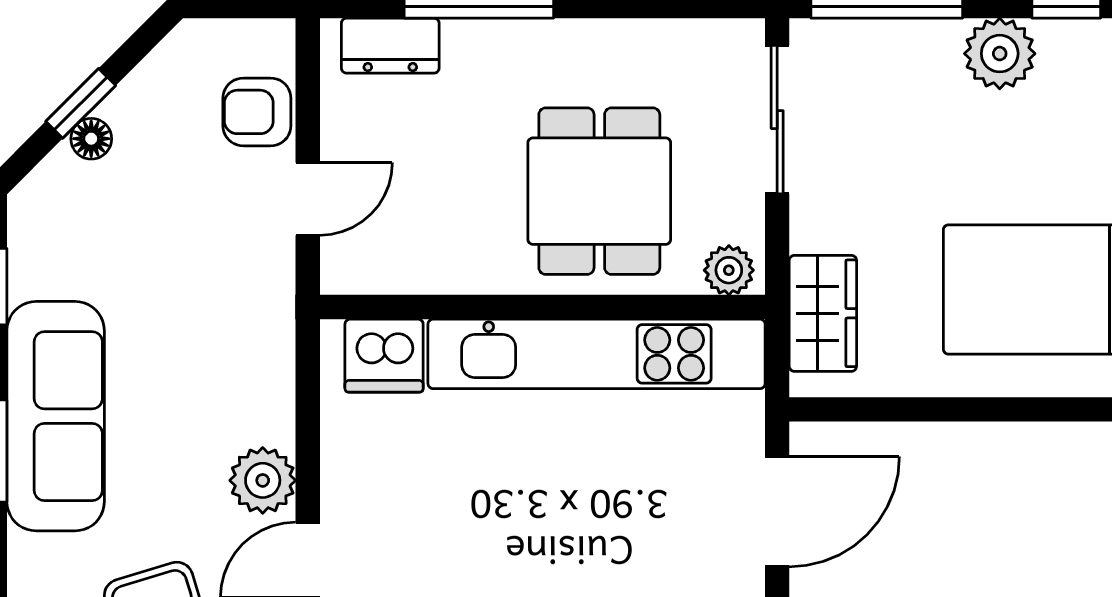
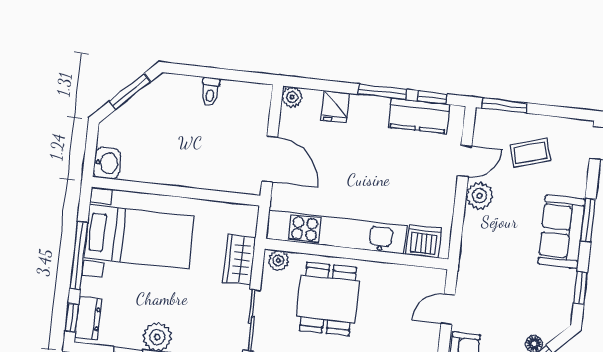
wardrobe: (823, 313) -> (239, 260), moved
sofa: (56, 416) -> (561, 232), width x0.73
door: (777, 512) -> (270, 159), swing flipped

